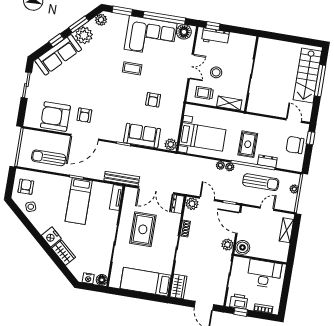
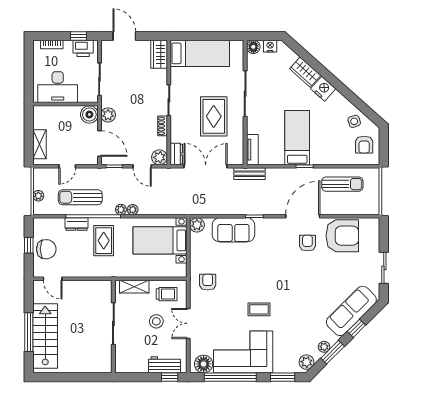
plant: (84, 35) -> (324, 347), width x0.53, depth x0.53
armchair: (153, 100) -> (208, 282), moved
window: (311, 138) -> (29, 245), moved
bench: (122, 179) -> (250, 174), width x0.73

